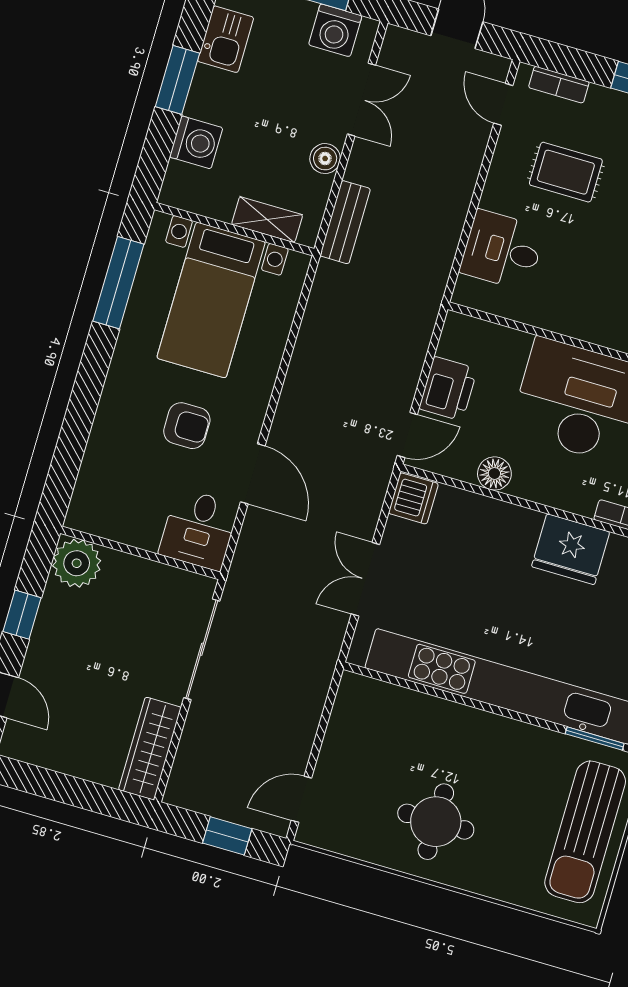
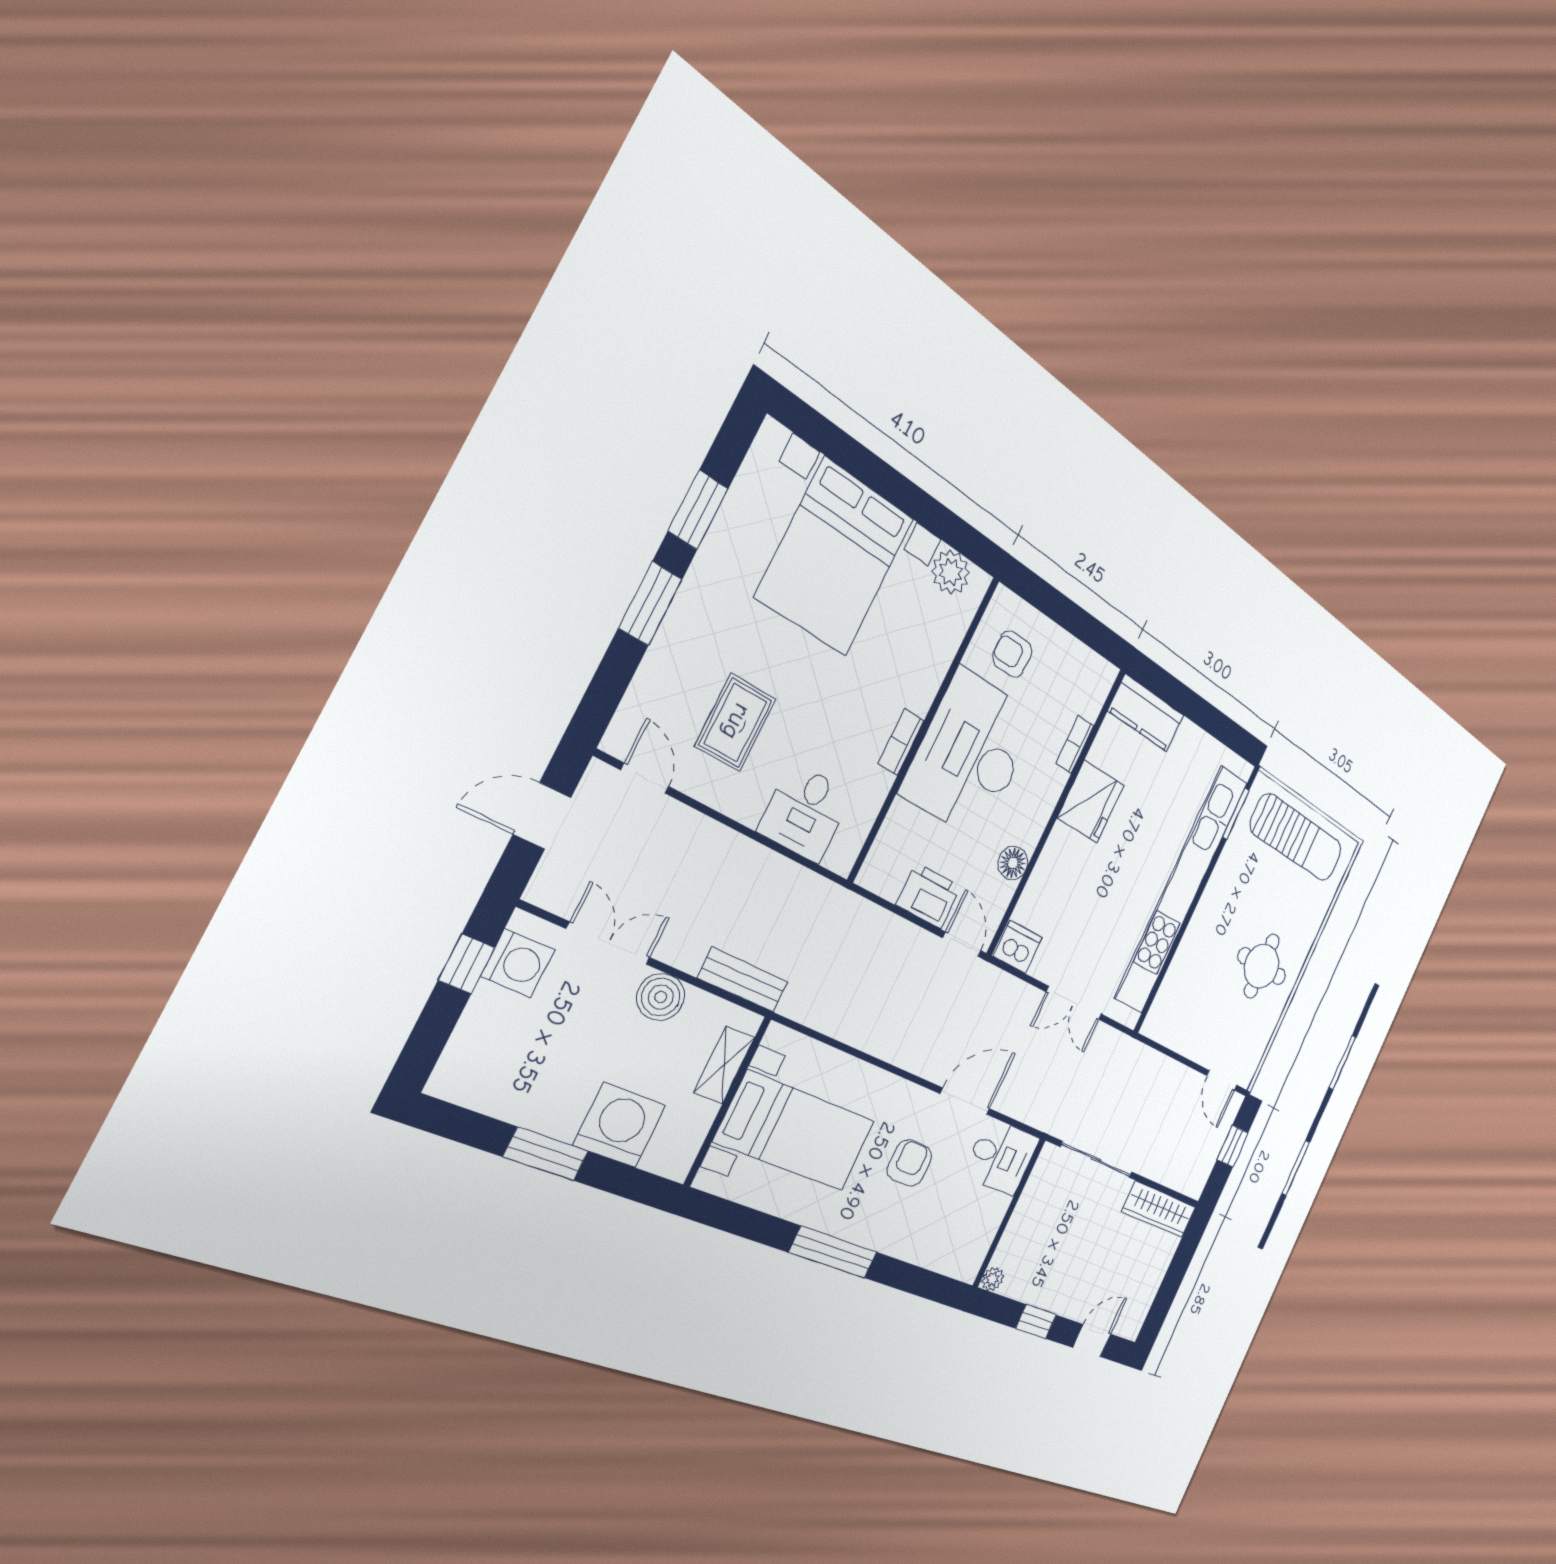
kitchen sink: (226, 39) -> (506, 1095), removed
bookcase: (559, 85) -> (901, 742), moved, turned 180
door: (503, 104) -> (645, 778), swing flipped
washing machine: (196, 142) -> (620, 1125), width x1.37, depth x1.37
boiler: (325, 159) -> (661, 997), width x1.36, depth x1.36
window: (118, 283) -> (833, 1252), moved
plant: (77, 563) -> (993, 1279), width x0.53, depth x0.53

